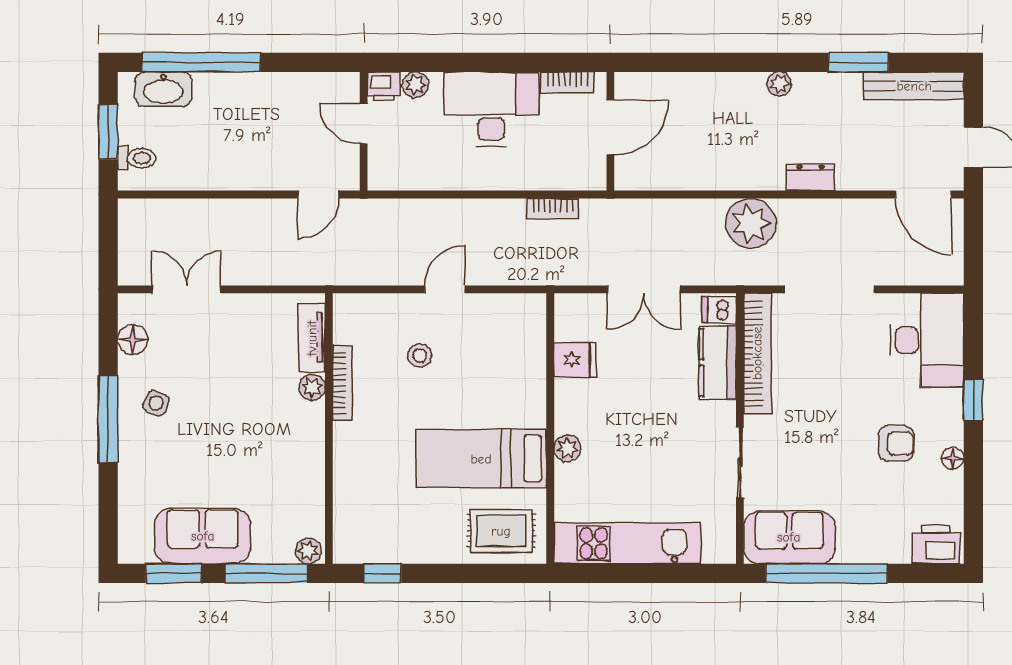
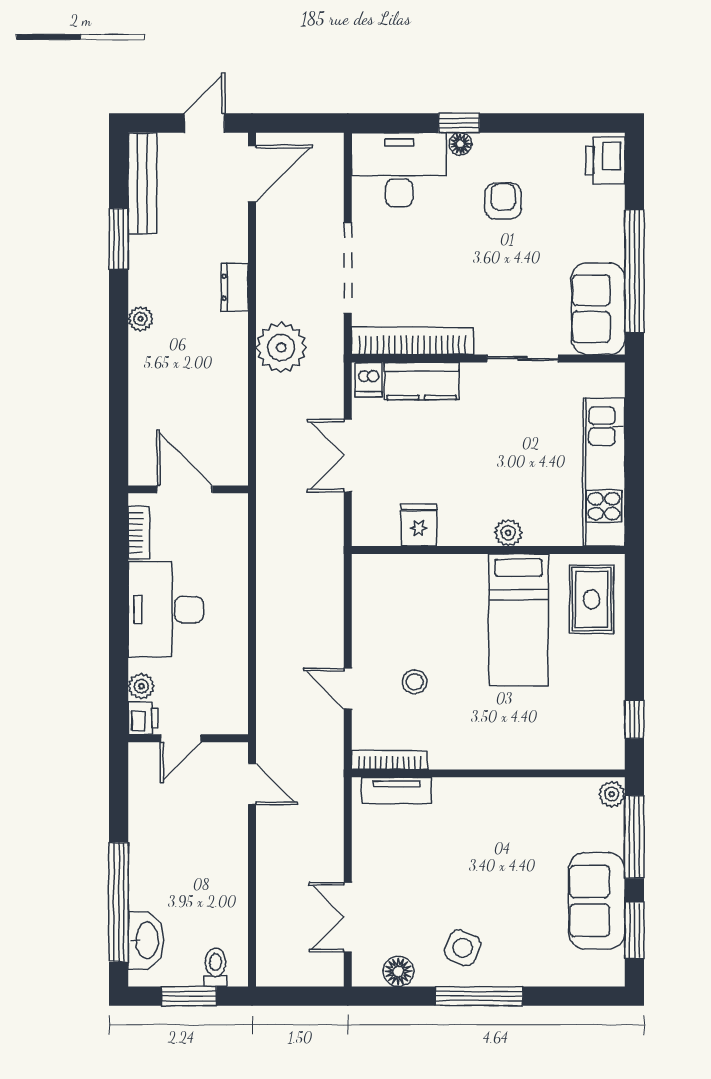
bookcase: (553, 209) -> (266, 548), removed
door: (445, 289) -> (348, 689), moved
double door: (644, 289) -> (348, 456), swing flipped
bookcase: (342, 383) -> (390, 760), moved
plant: (312, 387) -> (447, 790), removed
side table: (156, 403) -> (463, 948), width x1.37, depth x1.37
floor lamp: (953, 458) -> (460, 144), moved

